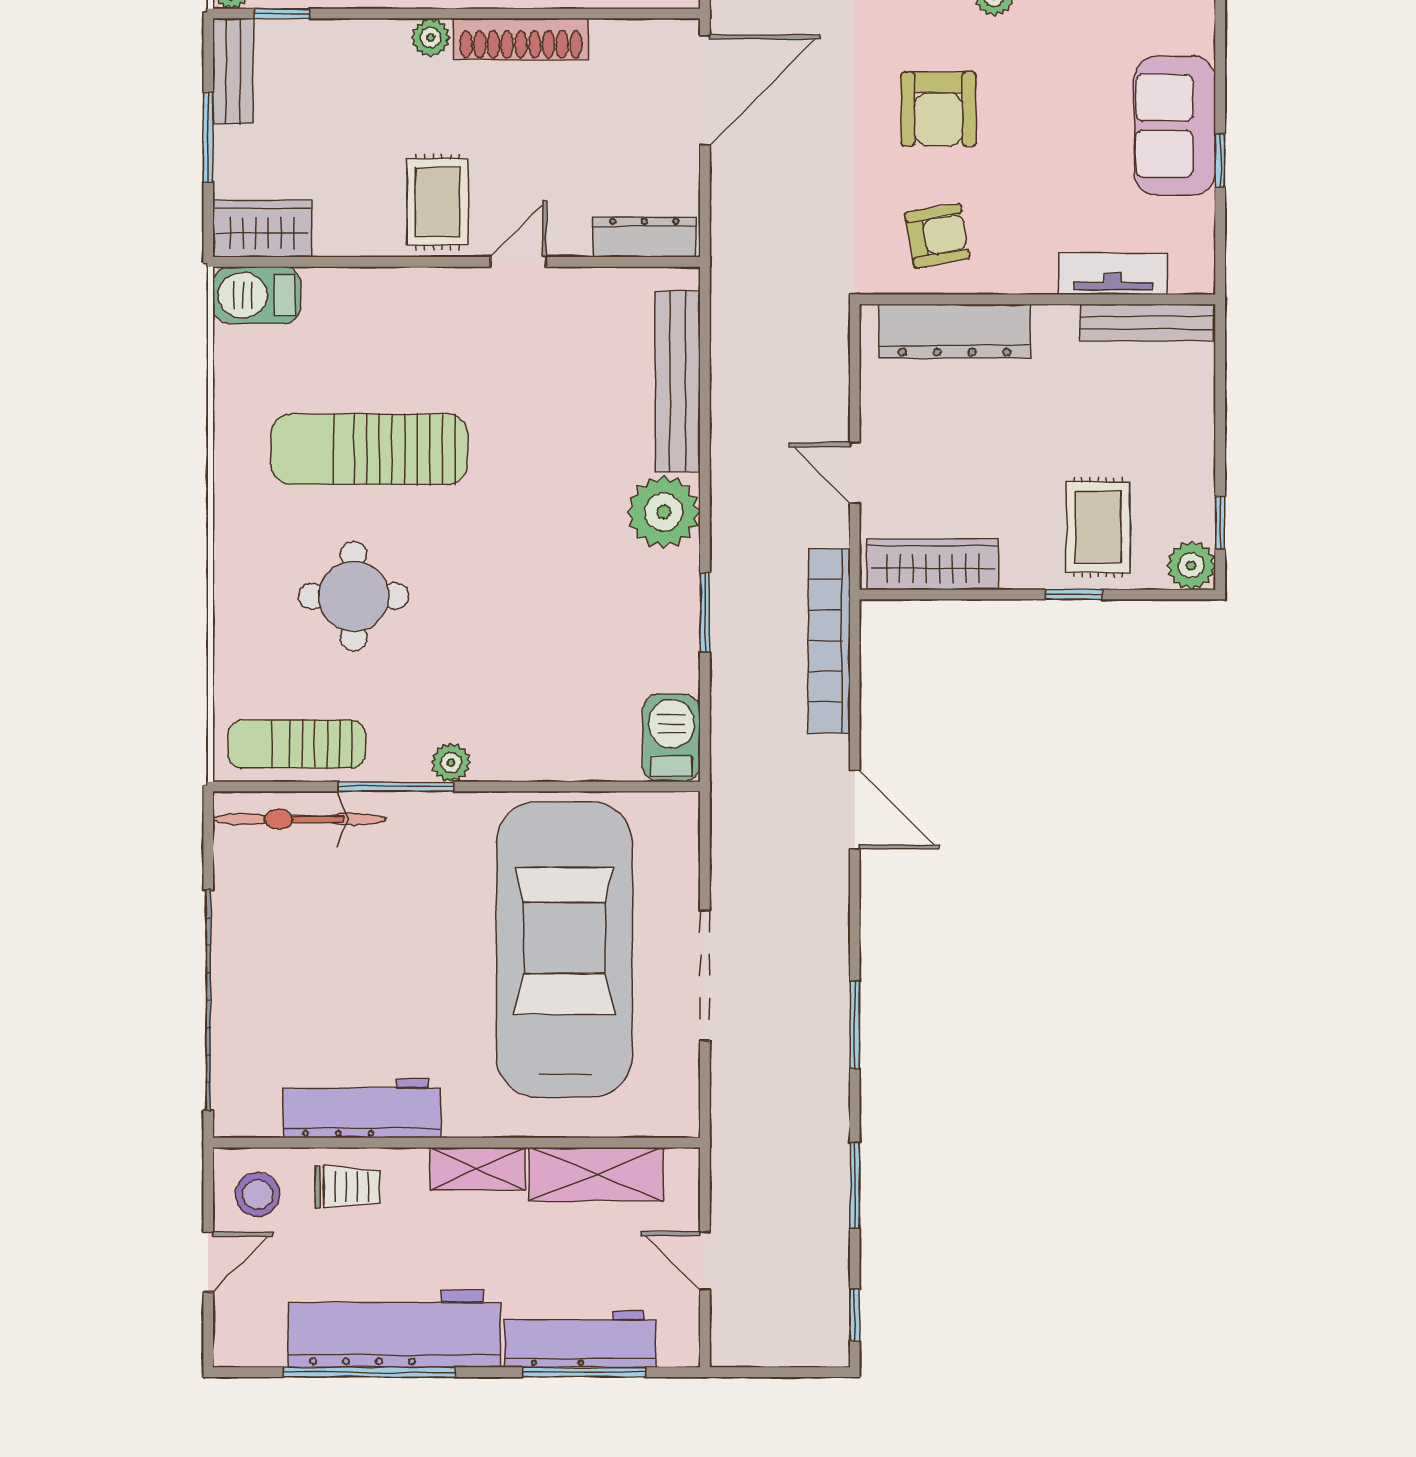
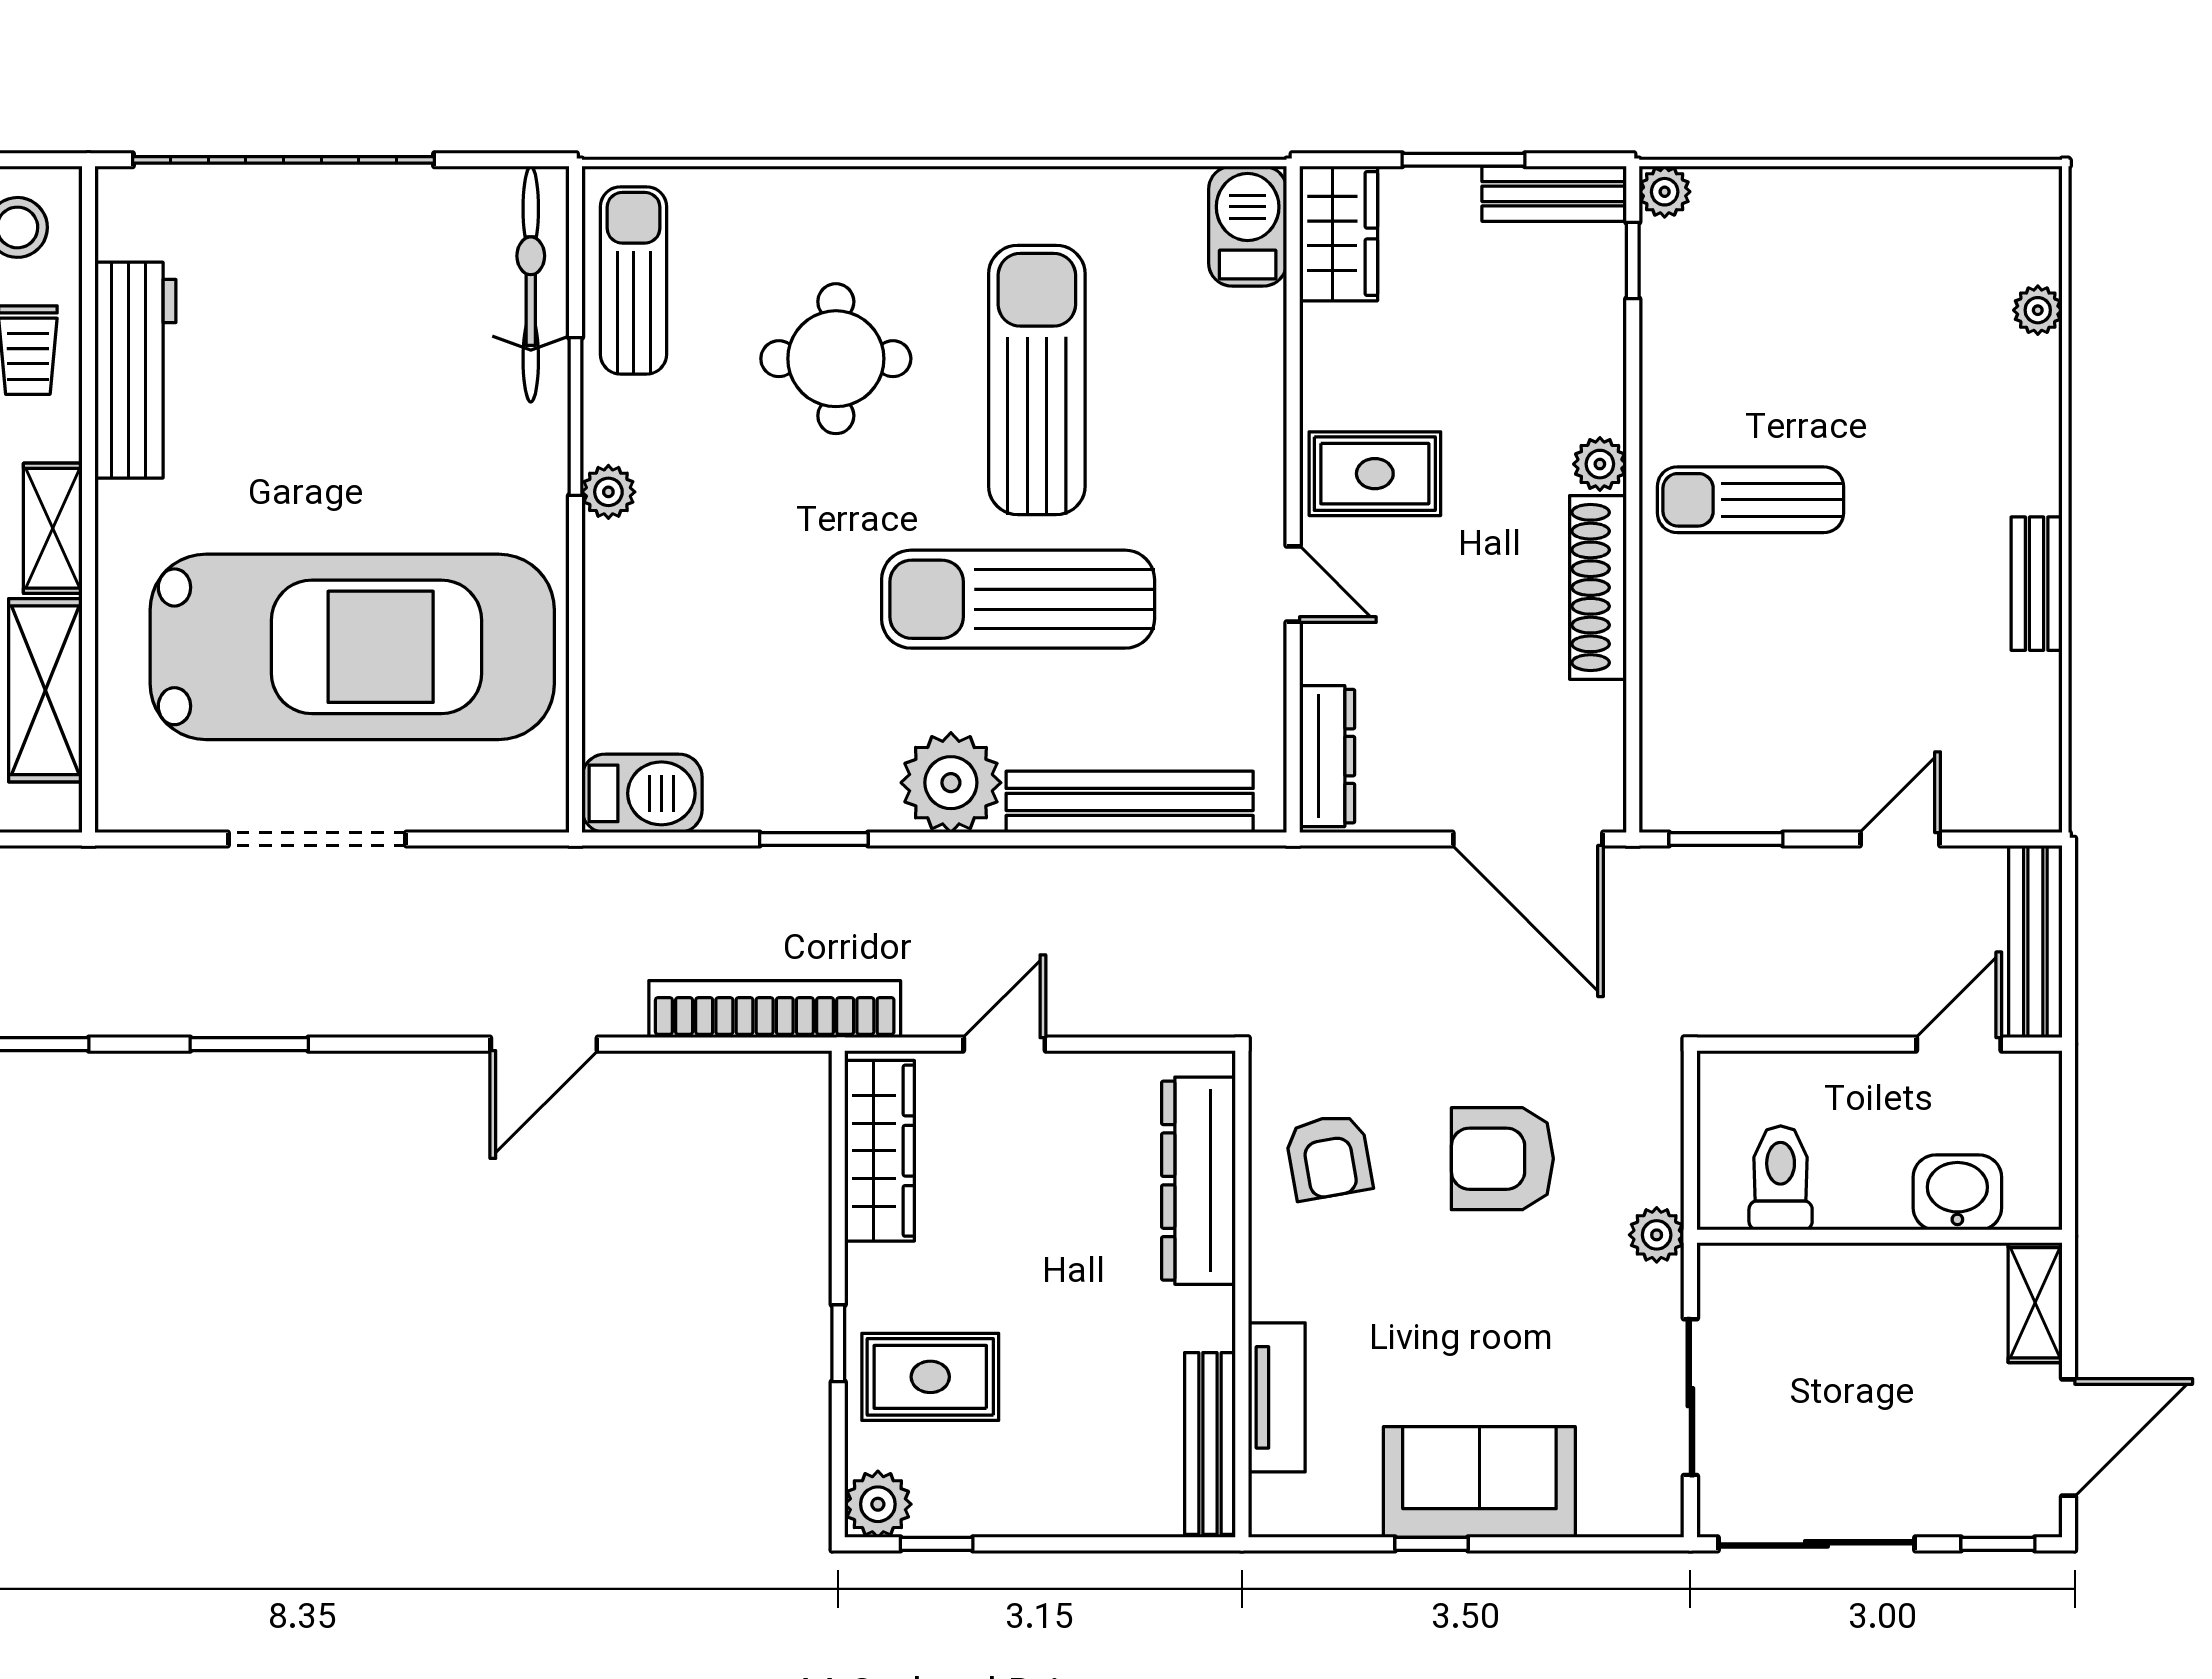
sun lounger: (529, 463) -> (1018, 599), added

